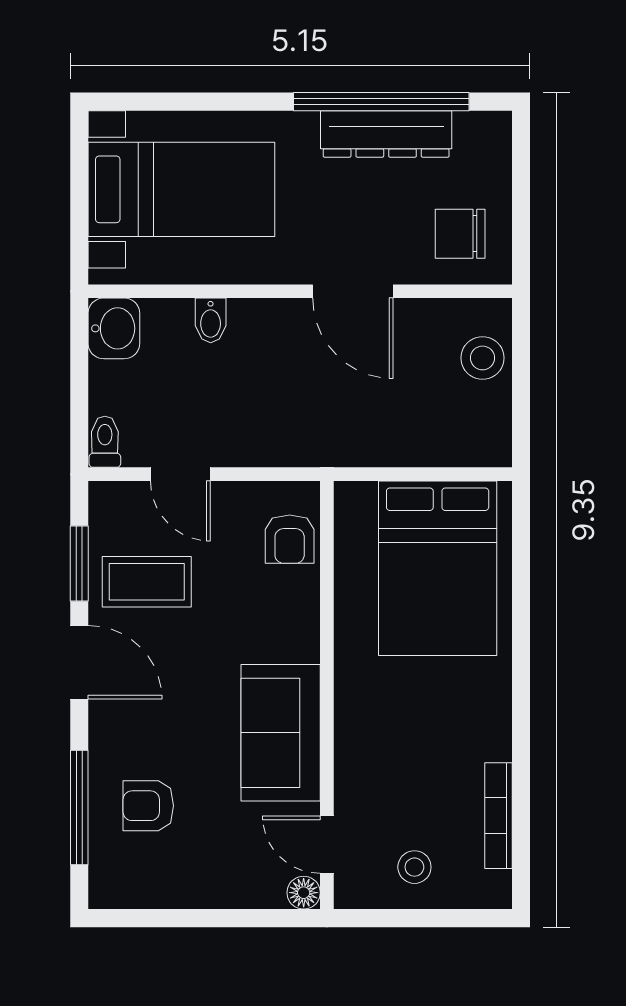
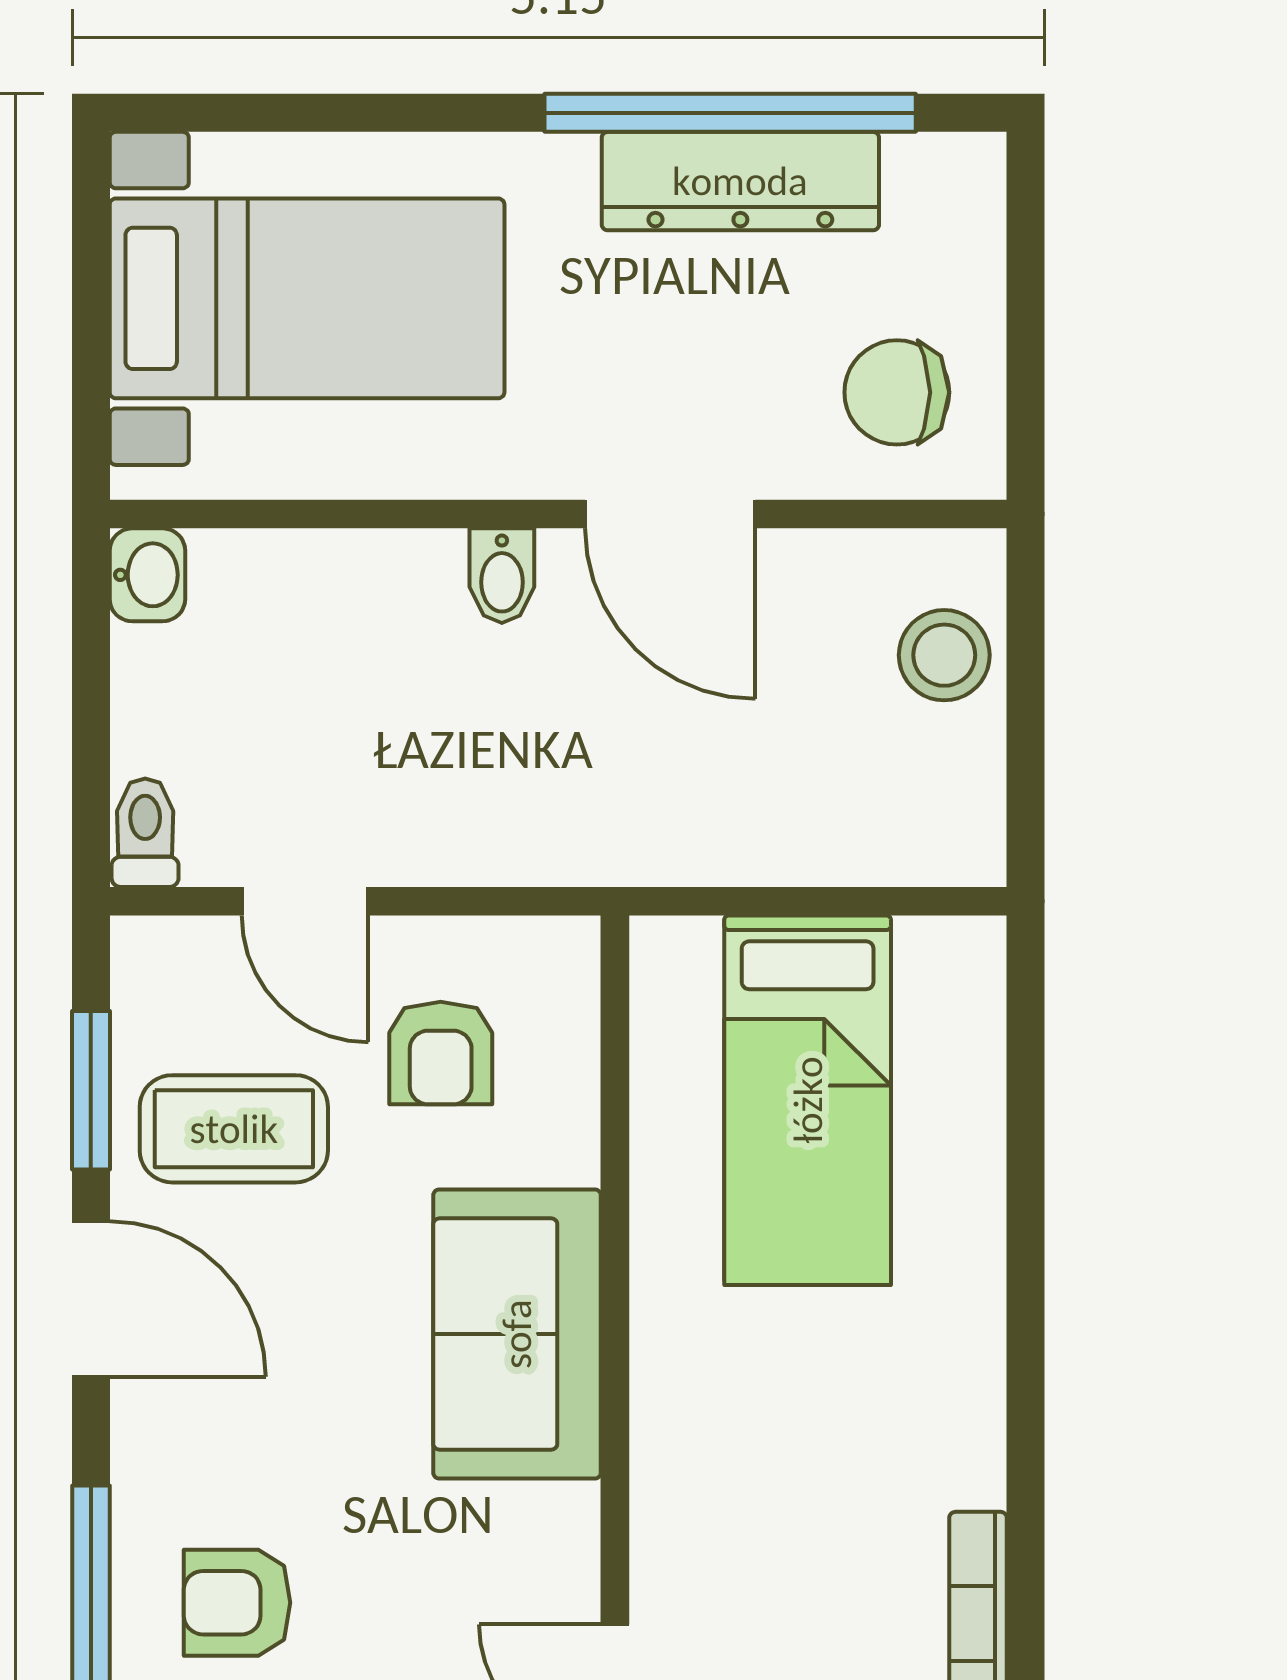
bidet: (211, 320) -> (502, 576), moved
washbasin: (114, 328) -> (147, 575), width x0.72, depth x0.69
armchair: (290, 539) -> (441, 1053), moved
bed: (438, 568) -> (808, 1100), width x0.67
sofa: (281, 733) -> (517, 1334), moved

